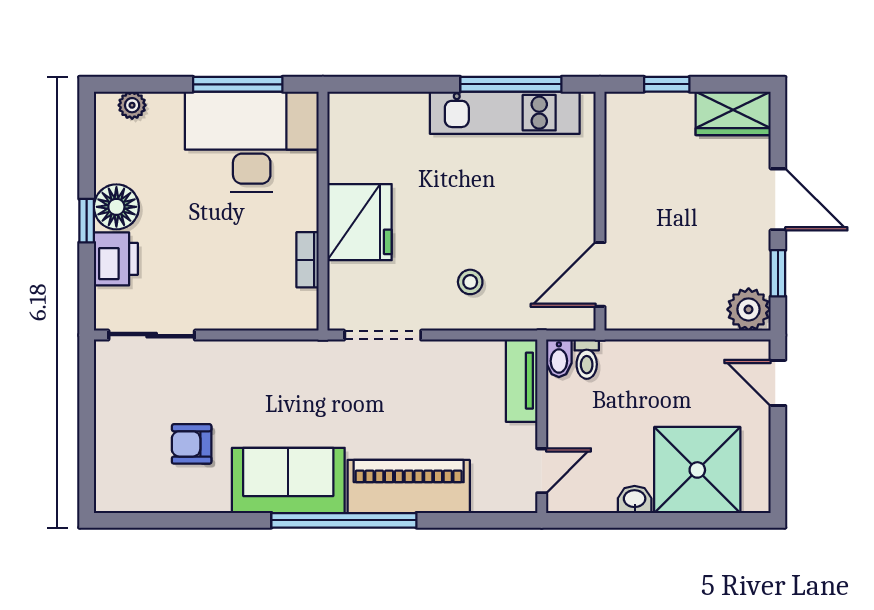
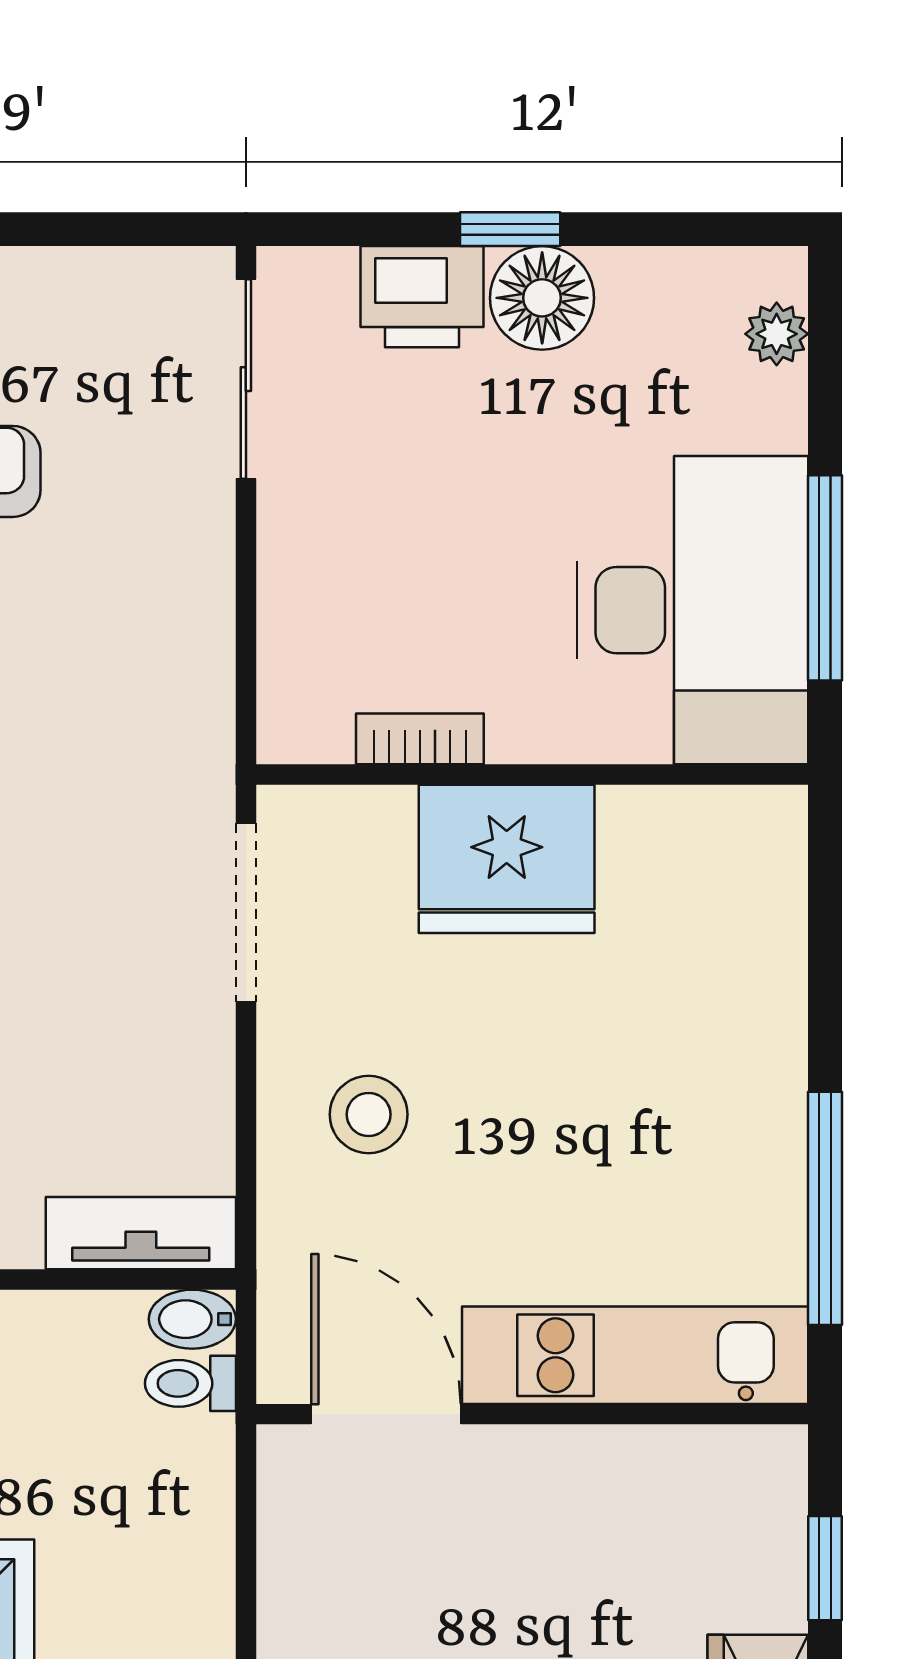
kitchen unit: (505, 113) -> (635, 1355), moved, turned 90
stool: (470, 282) -> (369, 1114), width x1.37, depth x1.37

